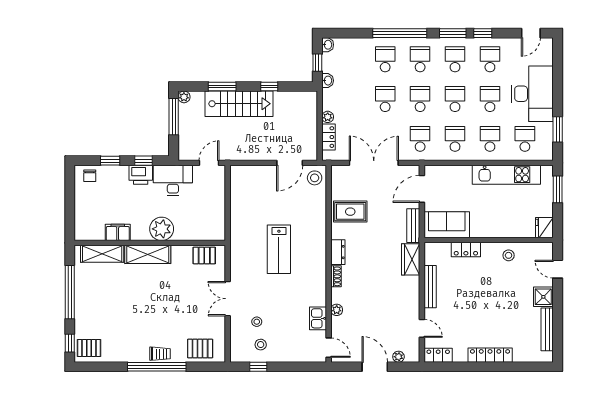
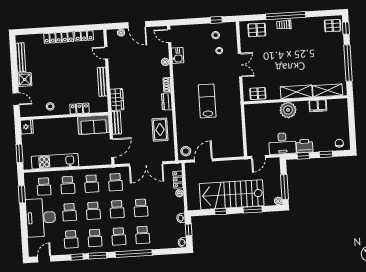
stairs: (239, 104) -> (232, 195), width x1.36, depth x1.51
rug: (350, 212) -> (160, 130), turned 90
locker: (438, 355) -> (84, 36), moved

